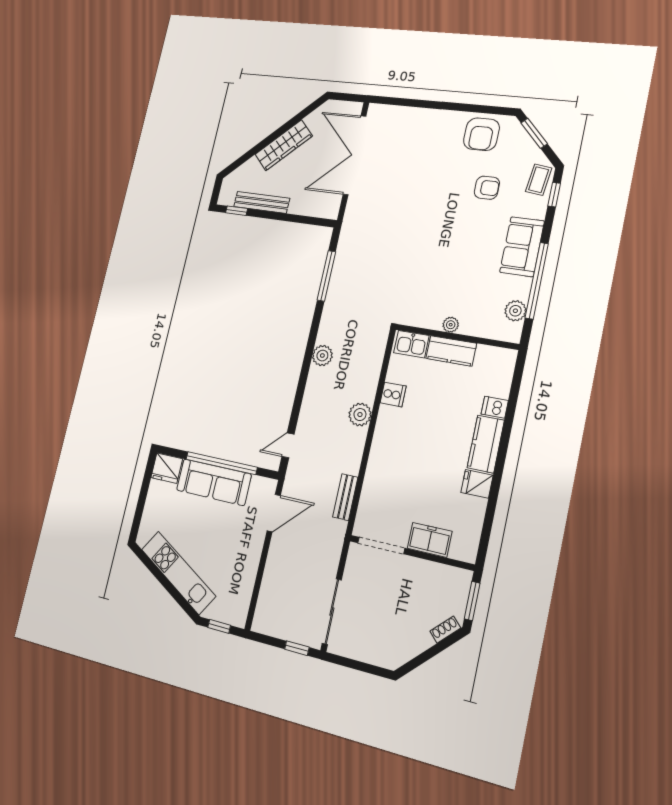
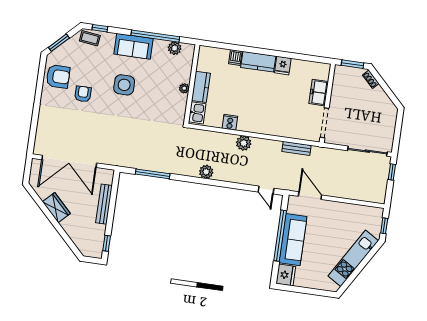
wardrobe: (284, 145) -> (56, 208), width x0.67
armchair: (487, 188) -> (83, 94), moved
bench: (262, 202) -> (104, 204), moved
side table: (462, 233) -> (124, 85), added

